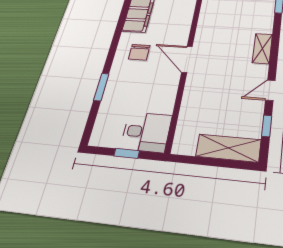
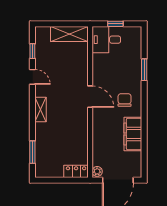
door: (270, 90) -> (32, 77), hinge flipped
shelving: (228, 148) -> (69, 34), moved

